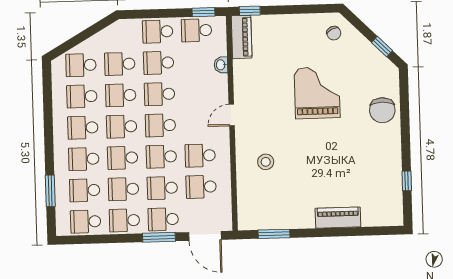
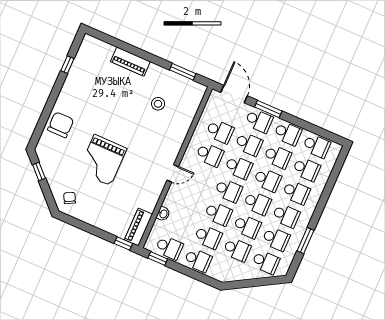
stool: (266, 162) -> (158, 104), moved
window: (50, 191) -> (306, 241), moved

